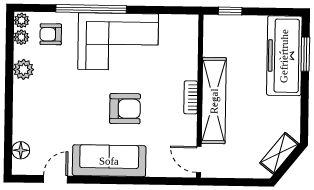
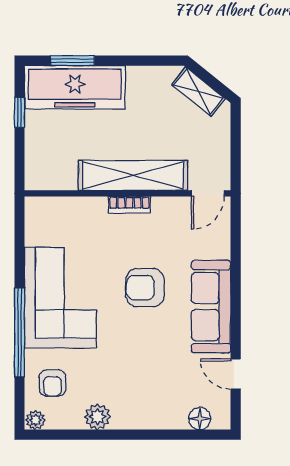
window: (230, 11) -> (20, 112), moved
plant: (21, 37) -> (57, 420), removed
armchair: (125, 109) -> (145, 288), turned -90

